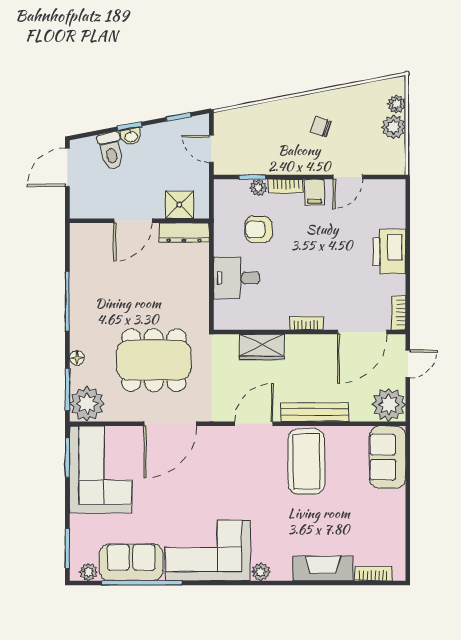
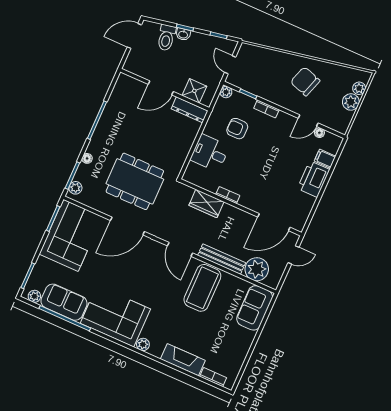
chair: (321, 127) -> (305, 81), width x1.87, depth x1.87
floor lamp: (370, 186) -> (319, 133), added
plant: (258, 188) -> (226, 92), moved
filing cabinet: (315, 192) -> (325, 159), moved, turned 90
bookcase: (399, 313) -> (302, 220), removed
bookcase: (306, 323) -> (228, 195), moved
plant: (87, 404) -> (75, 188), width x0.53, depth x0.53
plant: (389, 405) -> (257, 269), moved
door: (254, 424) -> (180, 249), swing flipped

